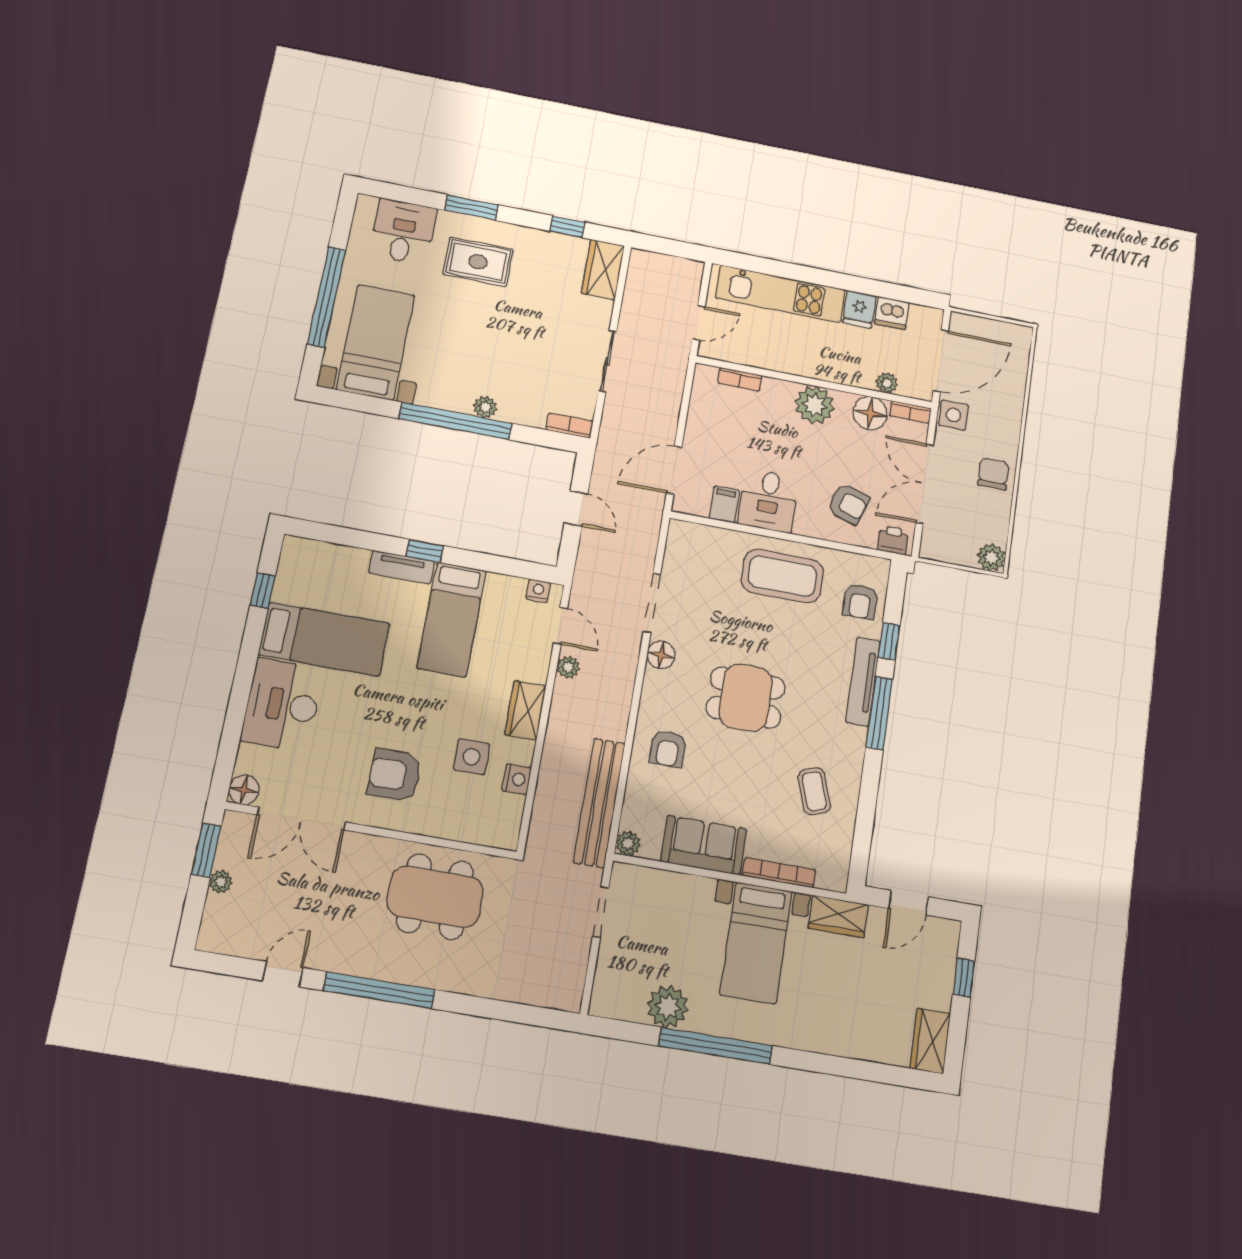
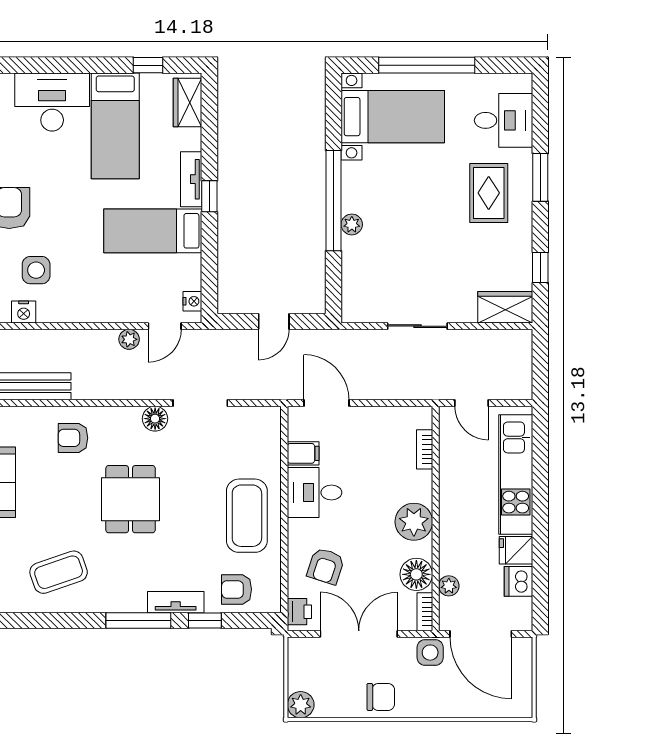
bookcase: (569, 426) -> (349, 302), removed
tv unit: (863, 681) -> (176, 602), width x0.71
wardrobe: (525, 710) -> (188, 102), moved, turned -90
coffee table: (814, 791) -> (59, 572), width x1.36, depth x1.30

